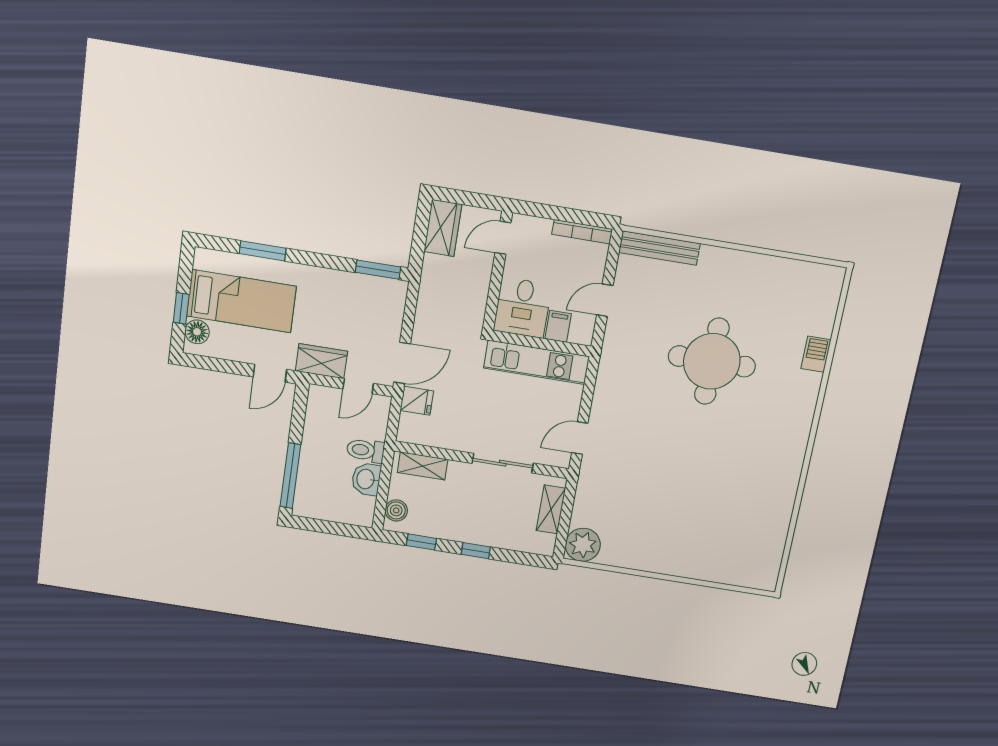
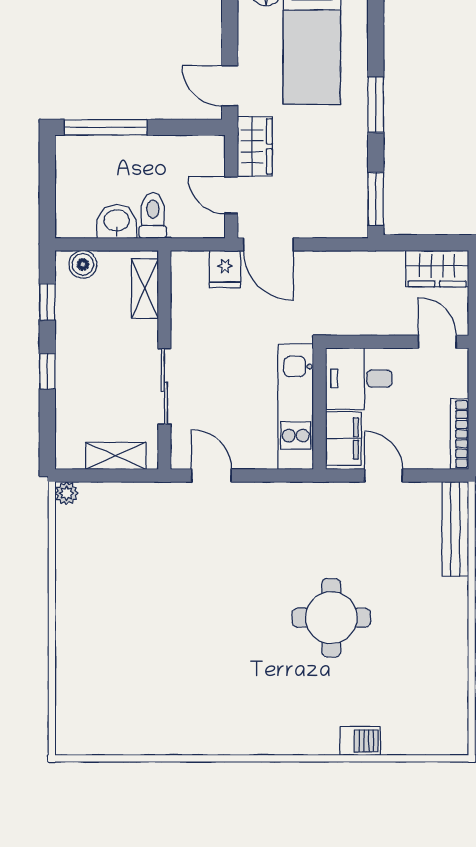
window: (263, 251) -> (376, 105), moved
filing cabinet: (558, 326) -> (343, 438), width x2.00
round table: (712, 361) -> (331, 618), width x0.73, depth x0.73
plant: (583, 545) -> (67, 493), width x0.53, depth x0.53

